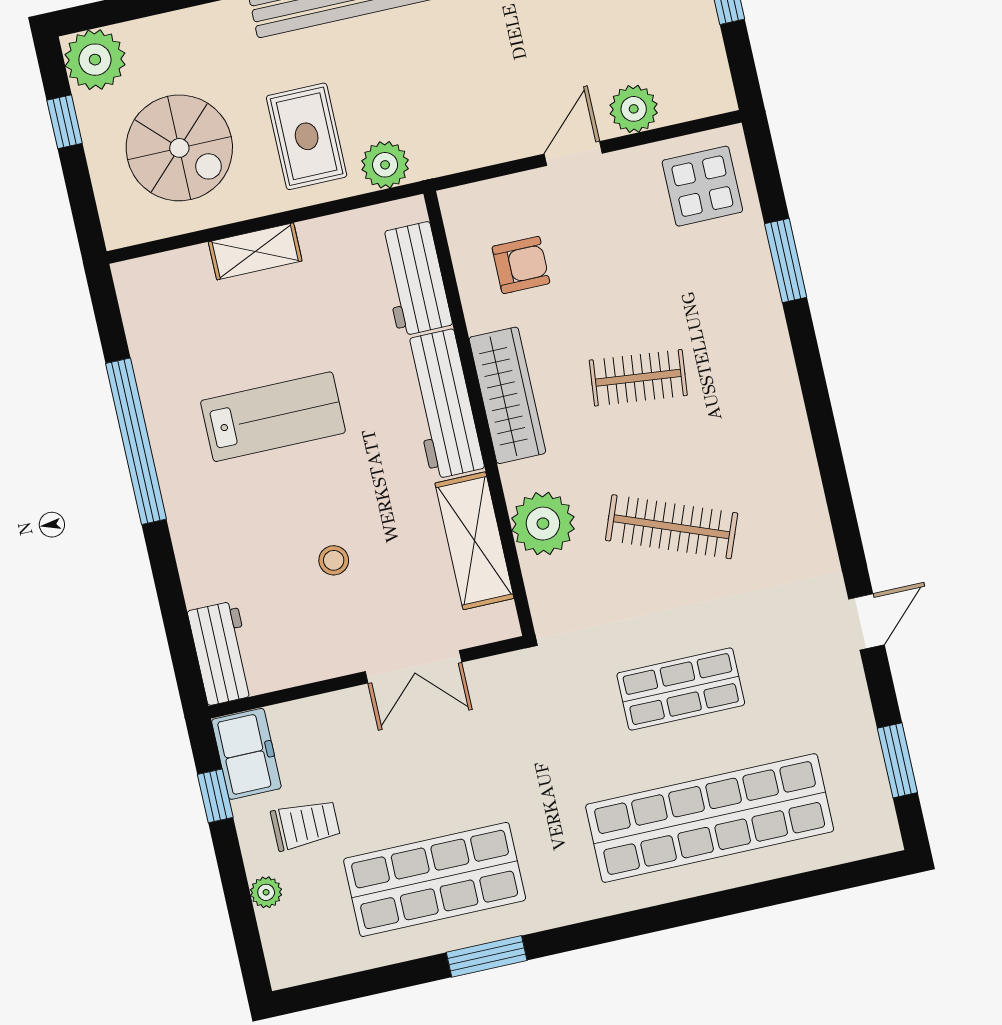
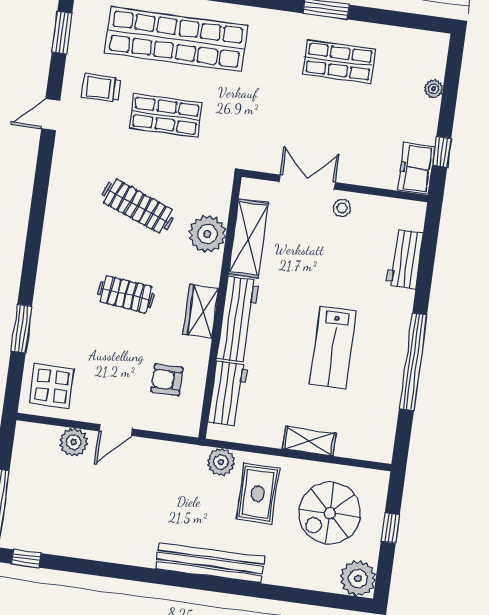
window: (65, 122) -> (390, 528), moved
spiral stairs: (179, 148) -> (330, 513), turned -90
wardrobe: (507, 395) -> (201, 311), width x0.67
lab bench: (273, 417) -> (333, 347), turned -90
stool: (334, 560) -> (342, 208), moved
workbench: (222, 653) -> (405, 259), moved
trolley: (305, 825) -> (101, 88), moved
shop shelf: (435, 879) -> (339, 62), width x0.70, depth x0.74

